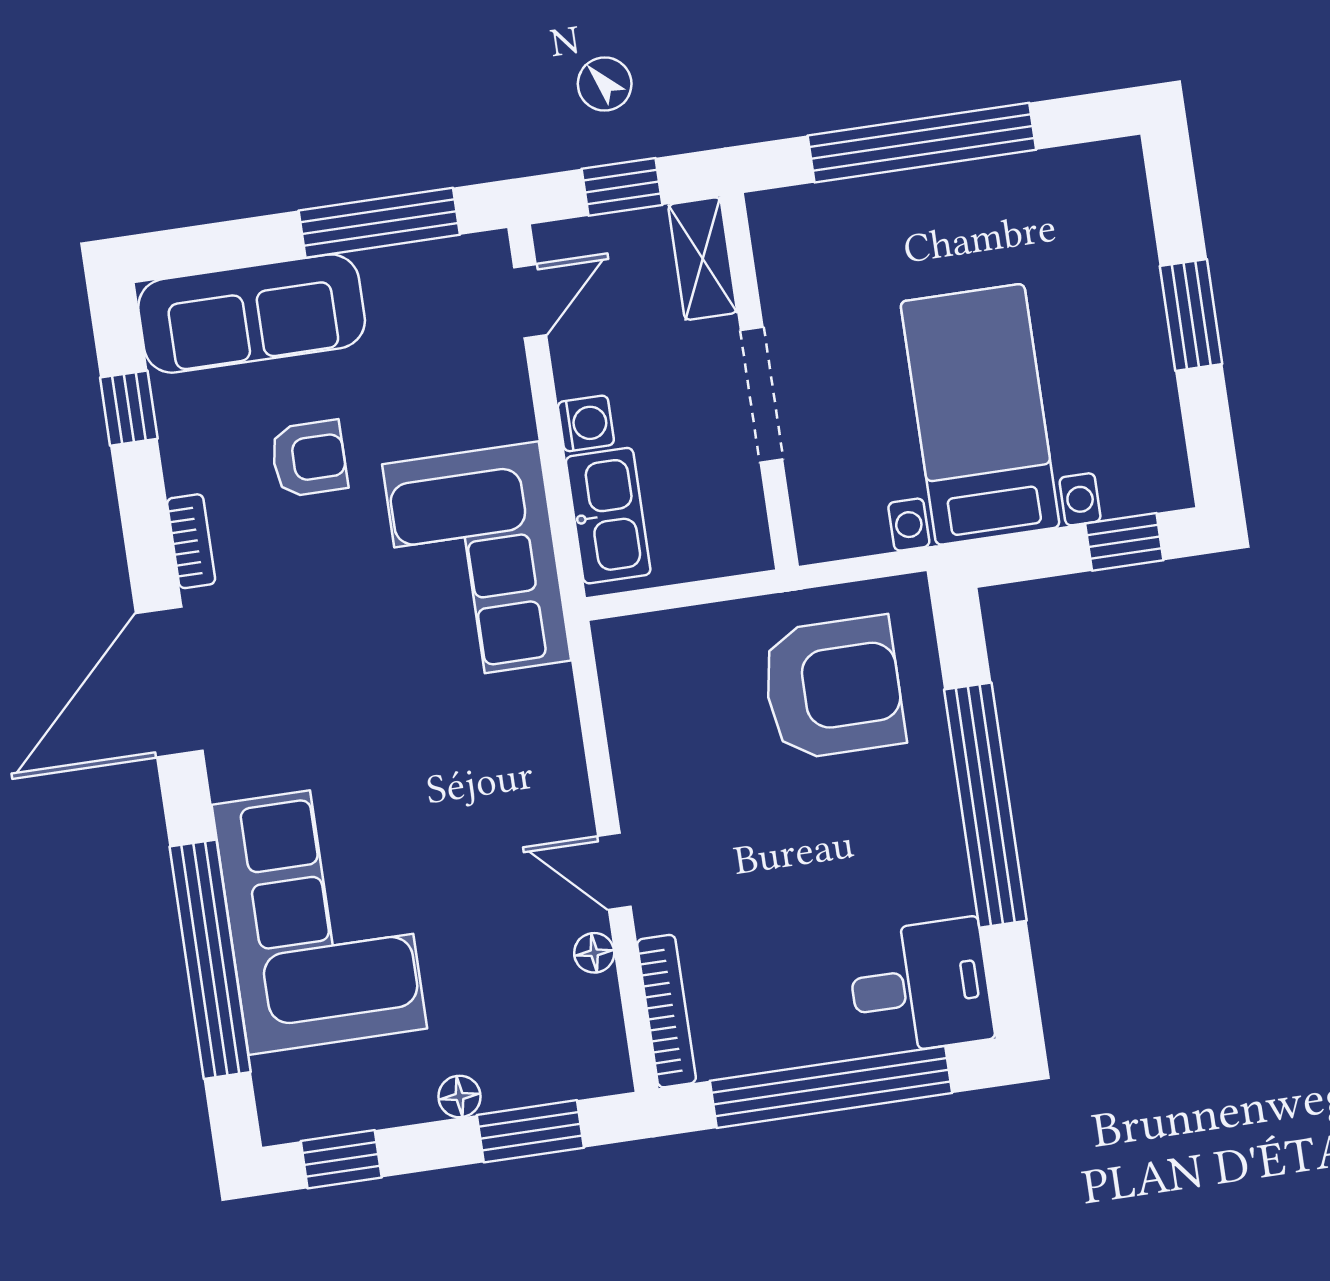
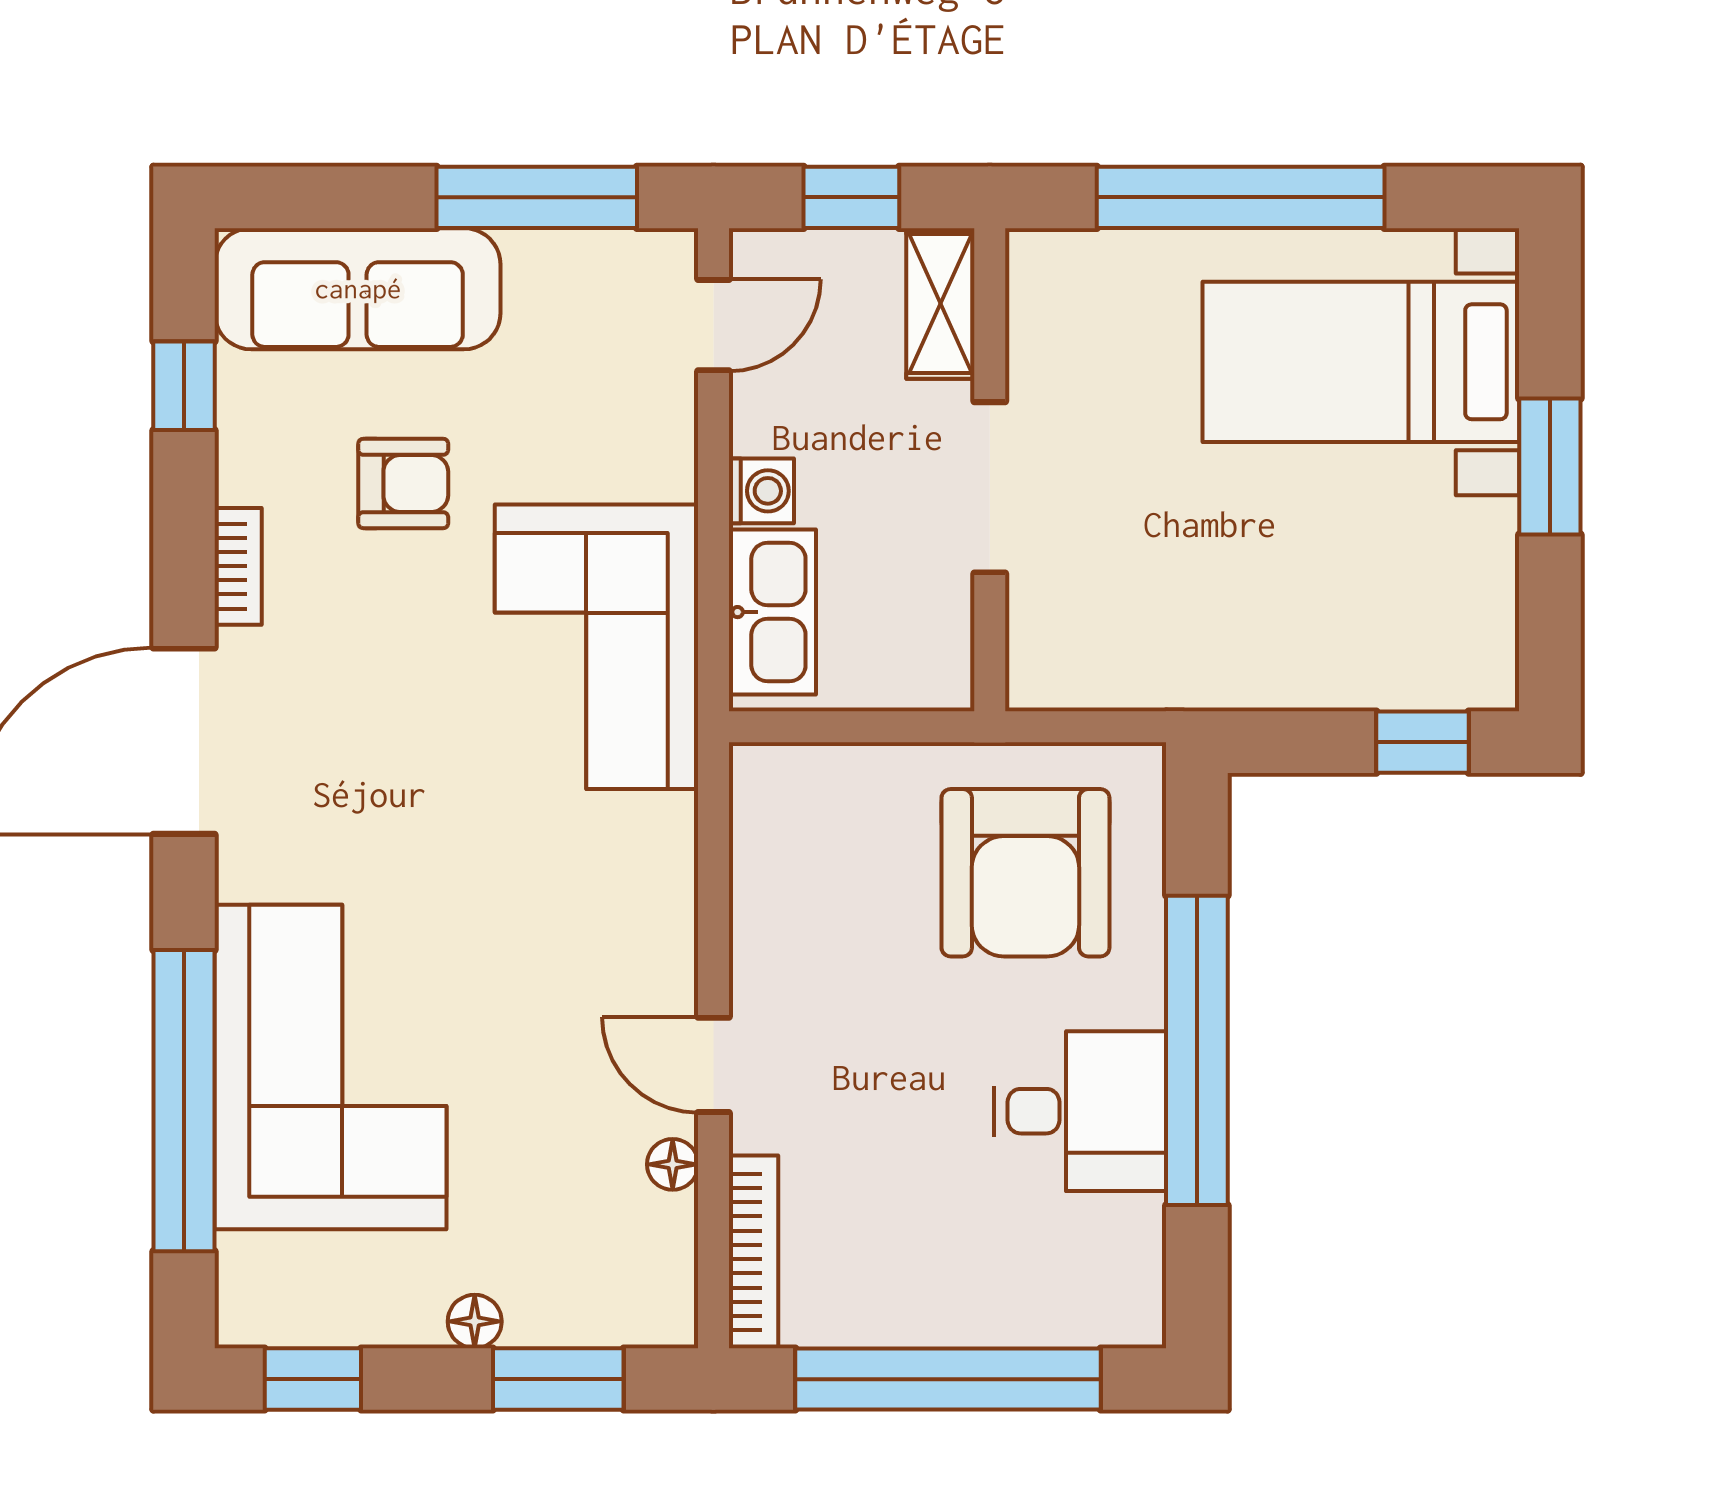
bed with nightstands: (980, 414) -> (1361, 362), moved, turned -90
armchair: (833, 688) -> (1025, 873), turned 90
desk: (920, 987) -> (1080, 1111), moved

